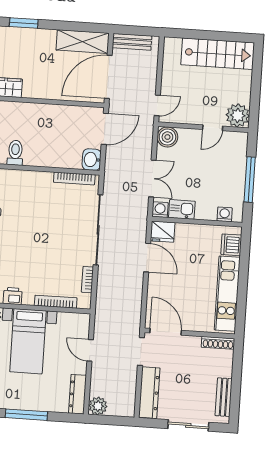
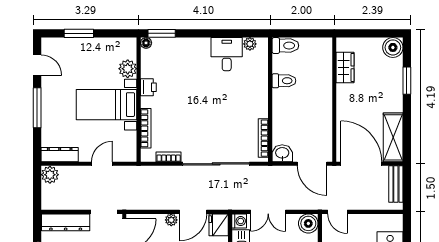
plant: (154, 281) -> (171, 220), added

